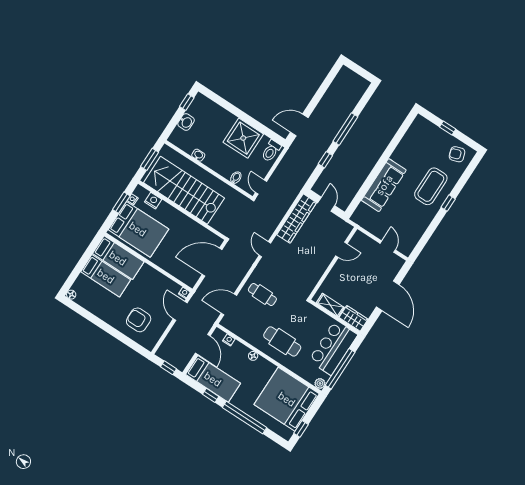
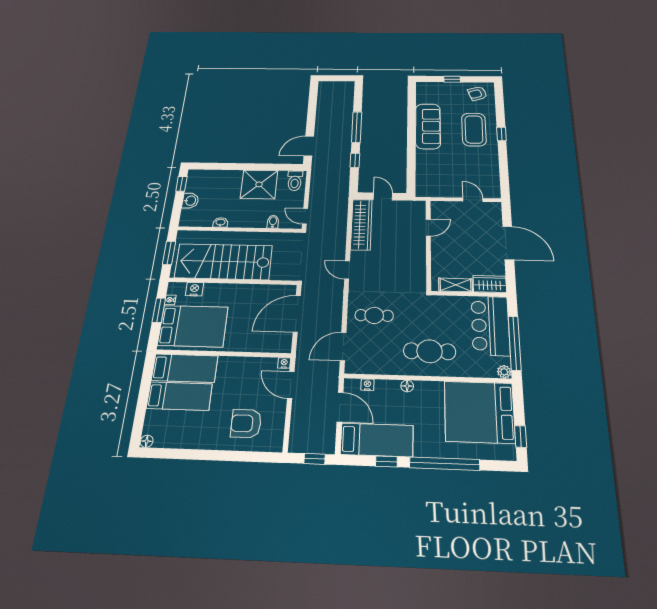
sofa: (384, 185) -> (428, 126), moved

